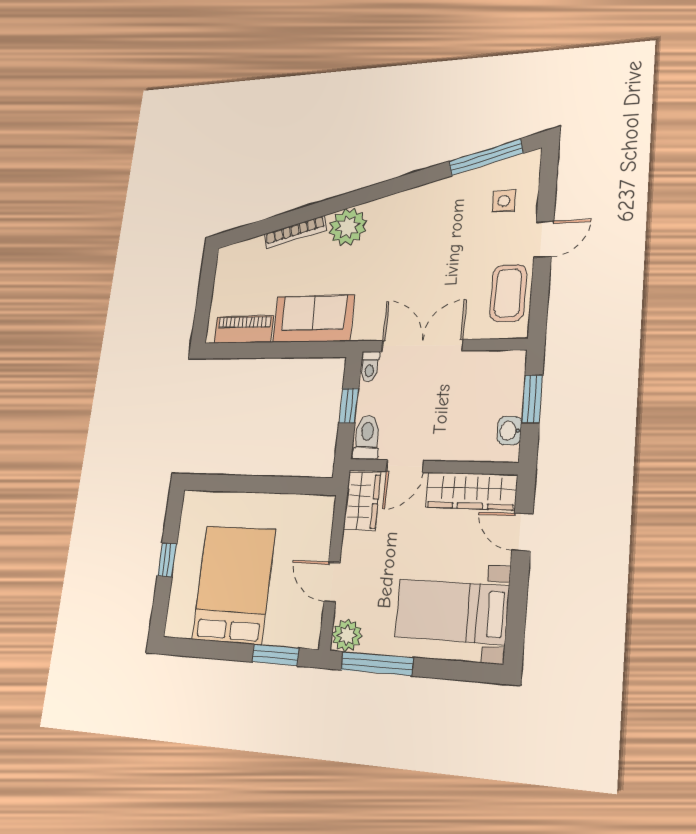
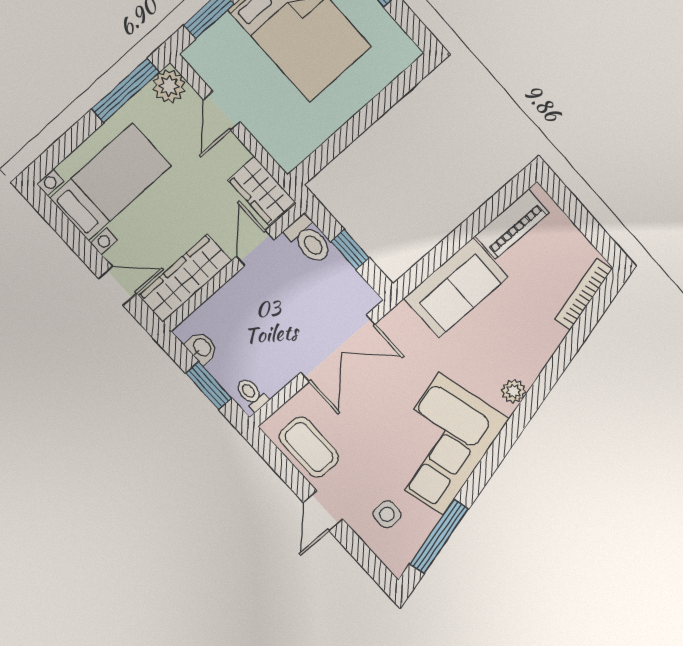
corner sofa: (423, 221) -> (441, 444), added
plant: (348, 227) -> (514, 391), width x0.53, depth x0.53
bookcase: (295, 232) -> (584, 294), moved
toilet: (370, 366) -> (252, 394), moved
door: (332, 582) -> (222, 111), swing flipped

